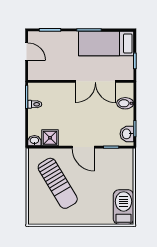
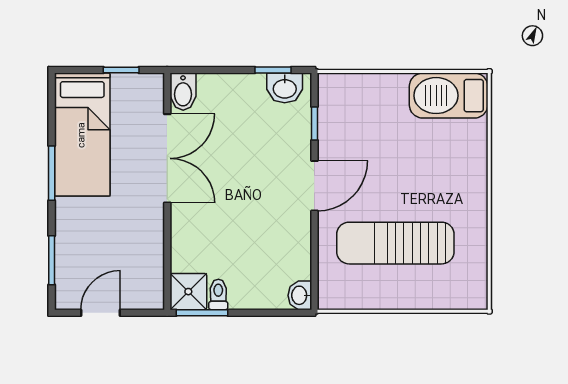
bidet: (125, 103) -> (183, 92), moved
shower: (50, 138) -> (188, 292), moved
sun lounger: (58, 183) -> (395, 243), turned -149

